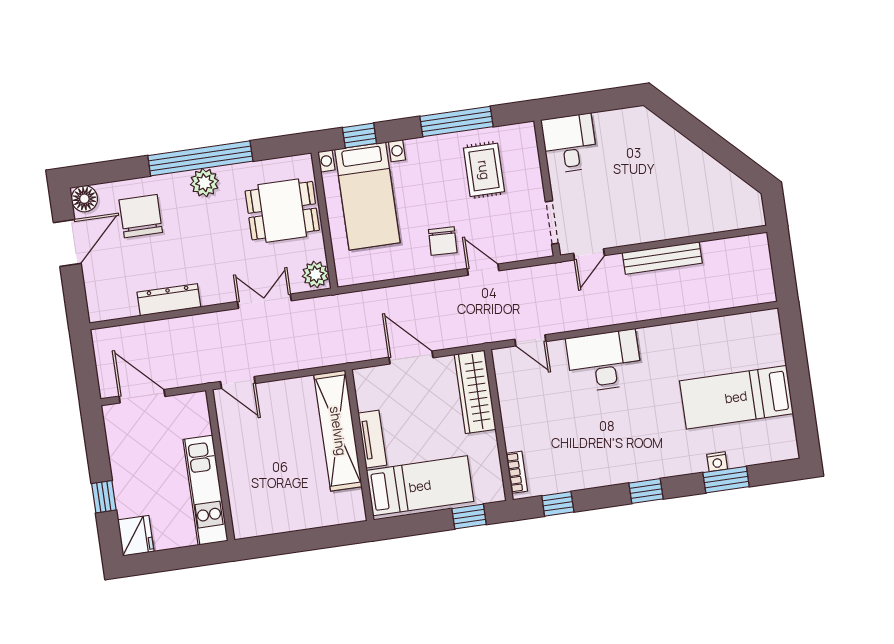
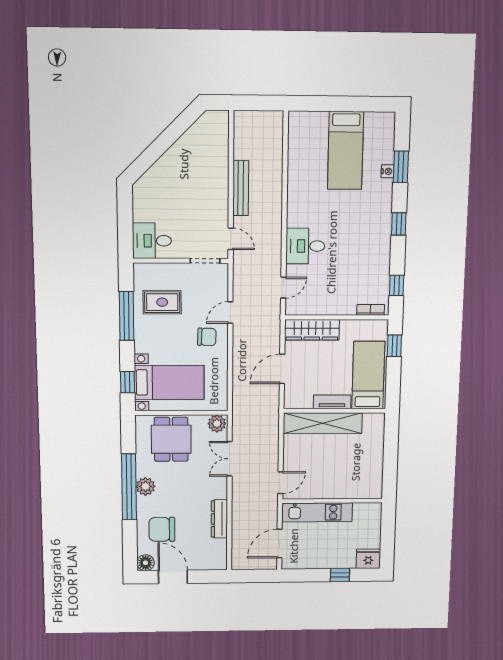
desk: (604, 361) -> (305, 246), width x0.73
kitchen unit: (205, 490) -> (317, 512), moved

